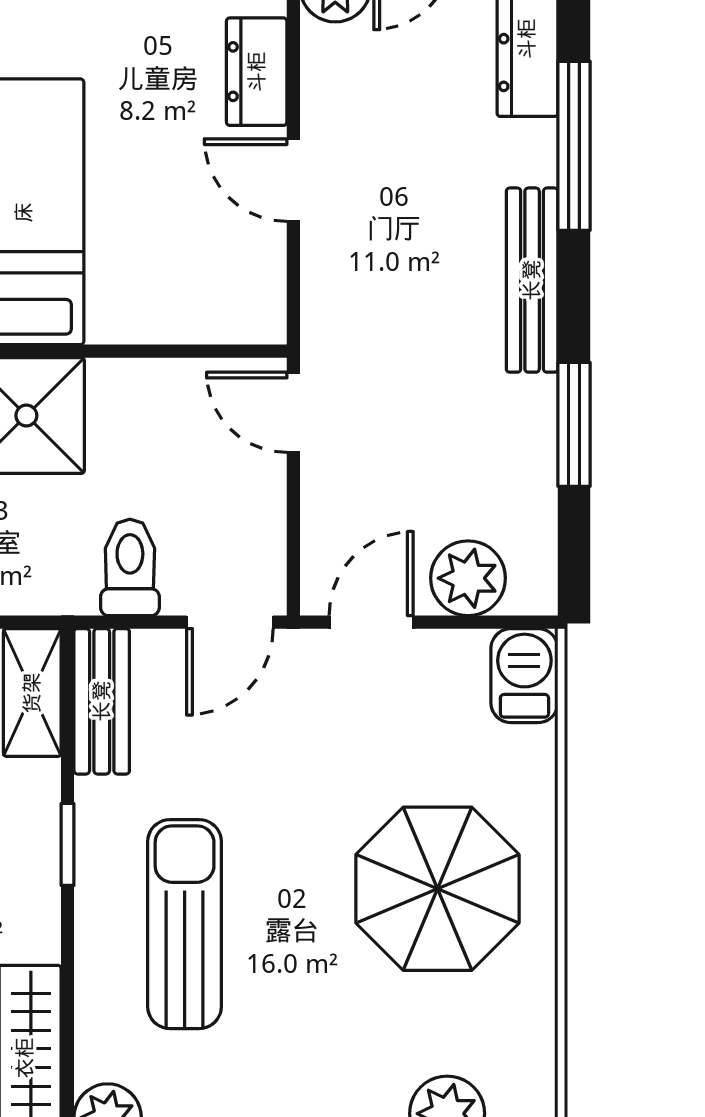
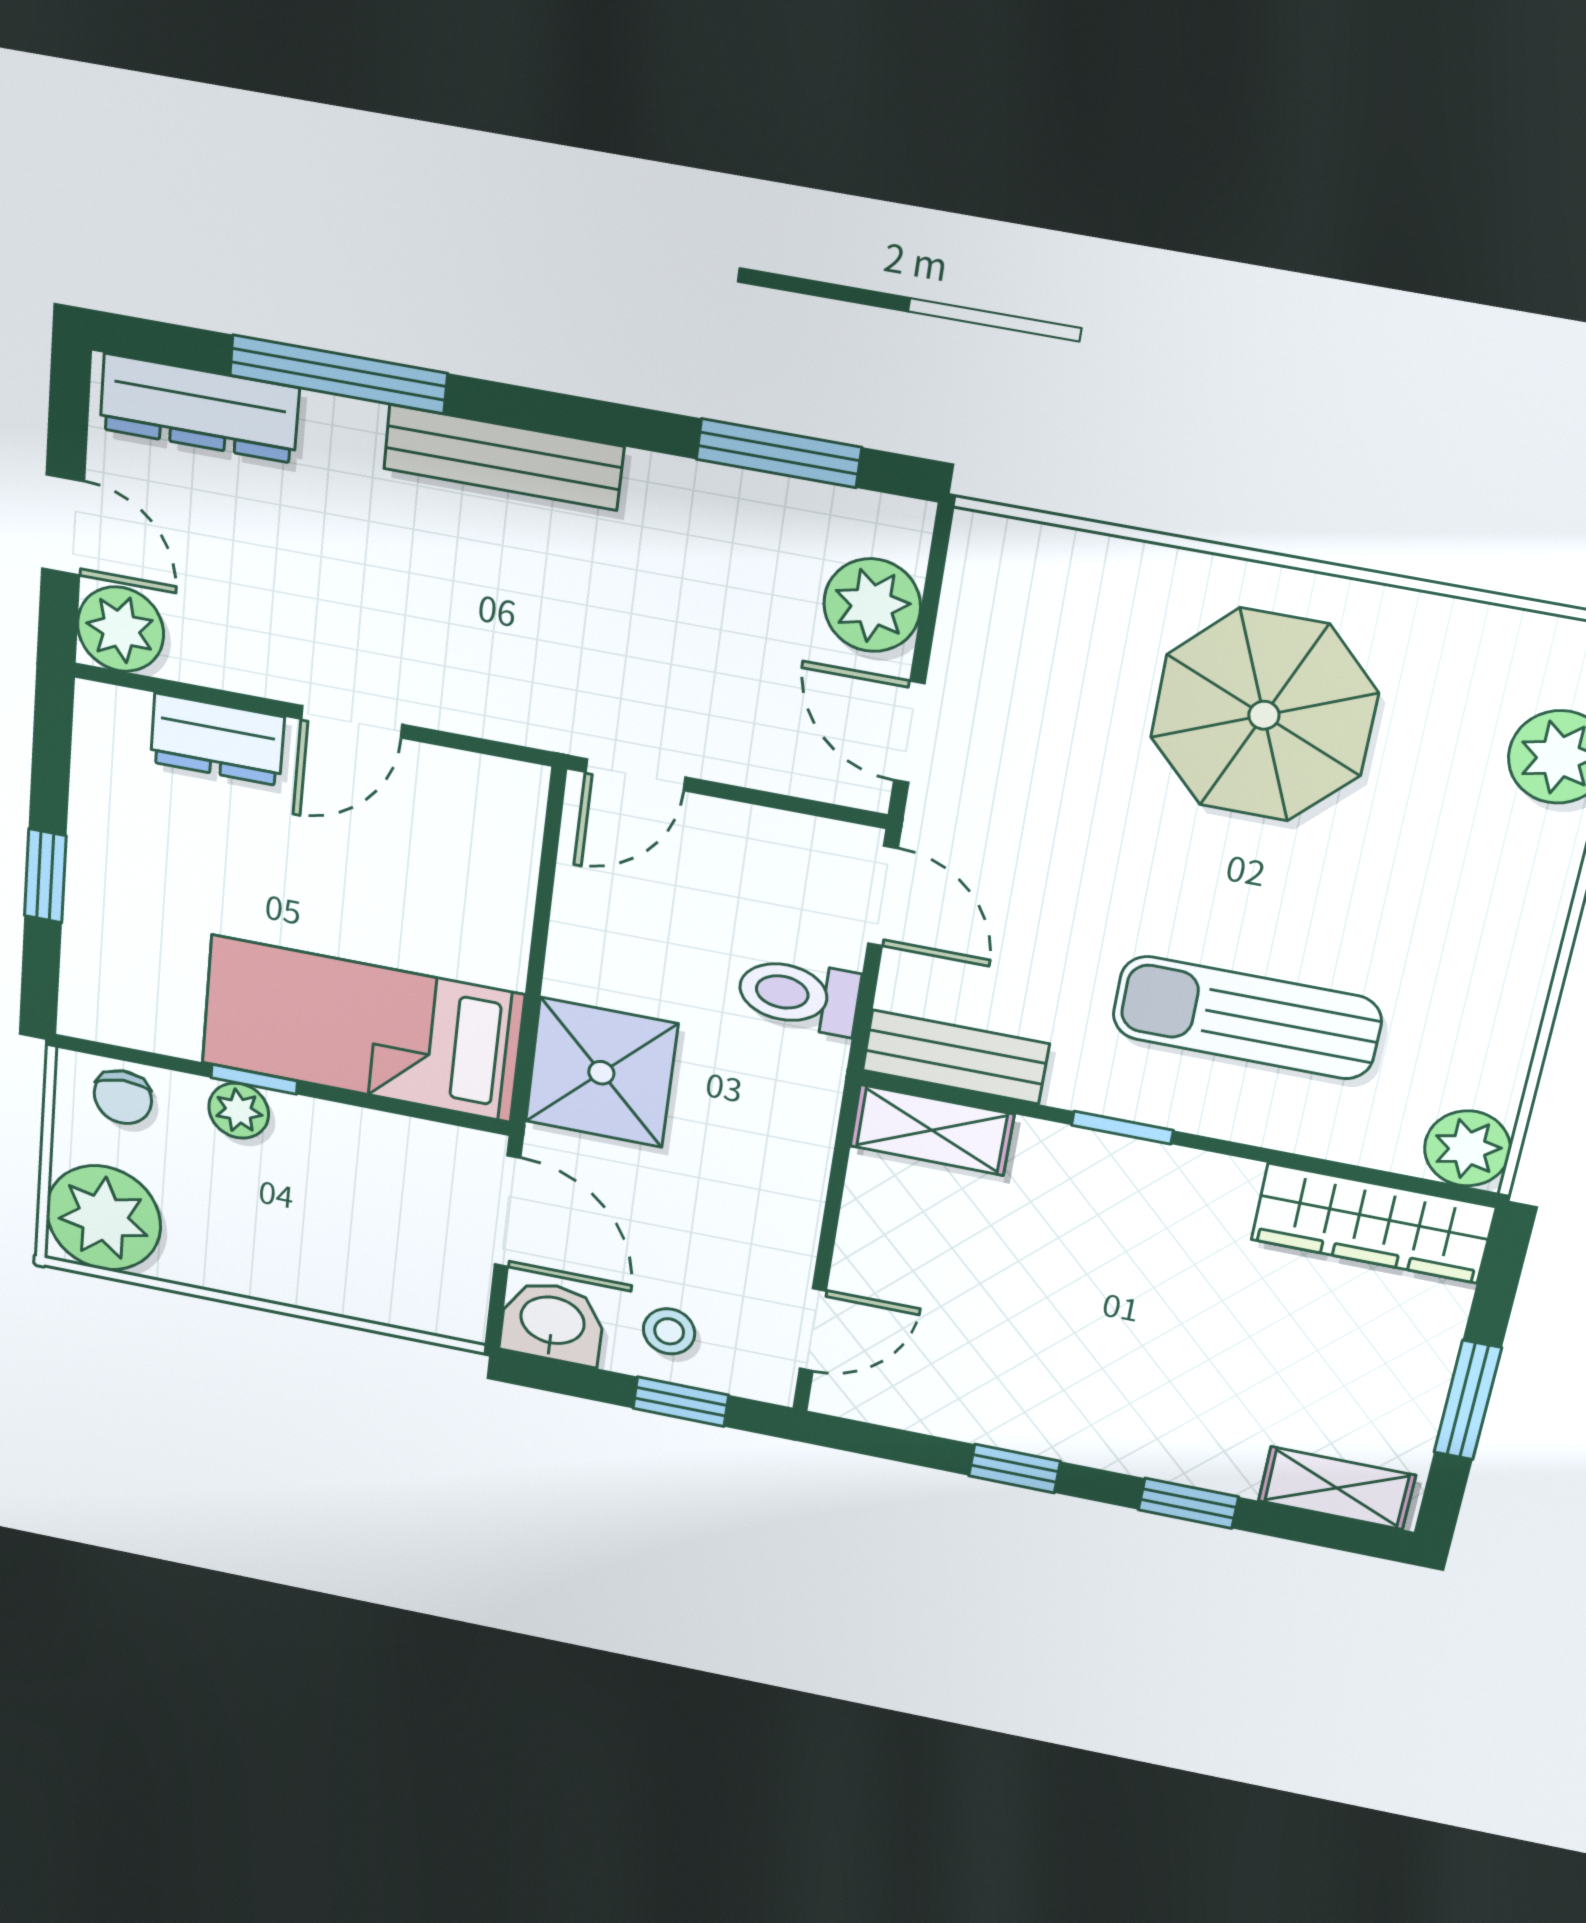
window: (574, 424) -> (779, 453), moved
barbecue: (524, 676) -> (1009, 558), removed

